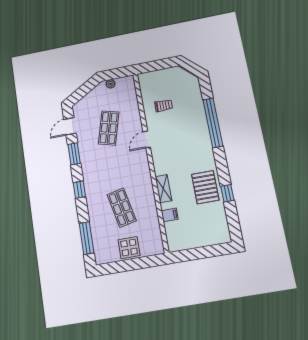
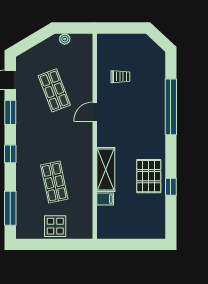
shop shelf: (109, 128) -> (54, 90), turned -36
shelving: (163, 189) -> (106, 170), width x1.50, depth x1.33

